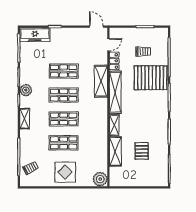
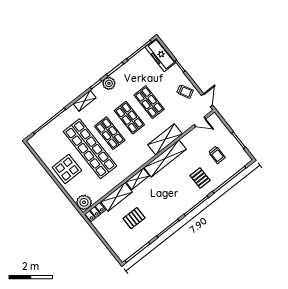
locker: (114, 61) -> (95, 212), moved
pallet: (151, 78) -> (200, 178), width x0.49, depth x0.50
shop shelf: (64, 143) -> (90, 149), width x2.00, depth x1.36
trolley: (31, 168) -> (185, 91), moved

